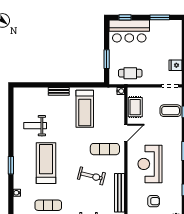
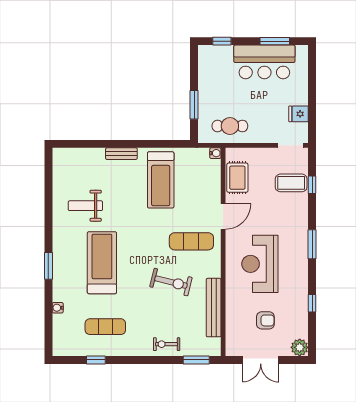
bar counter: (129, 31) -> (264, 62), moved

